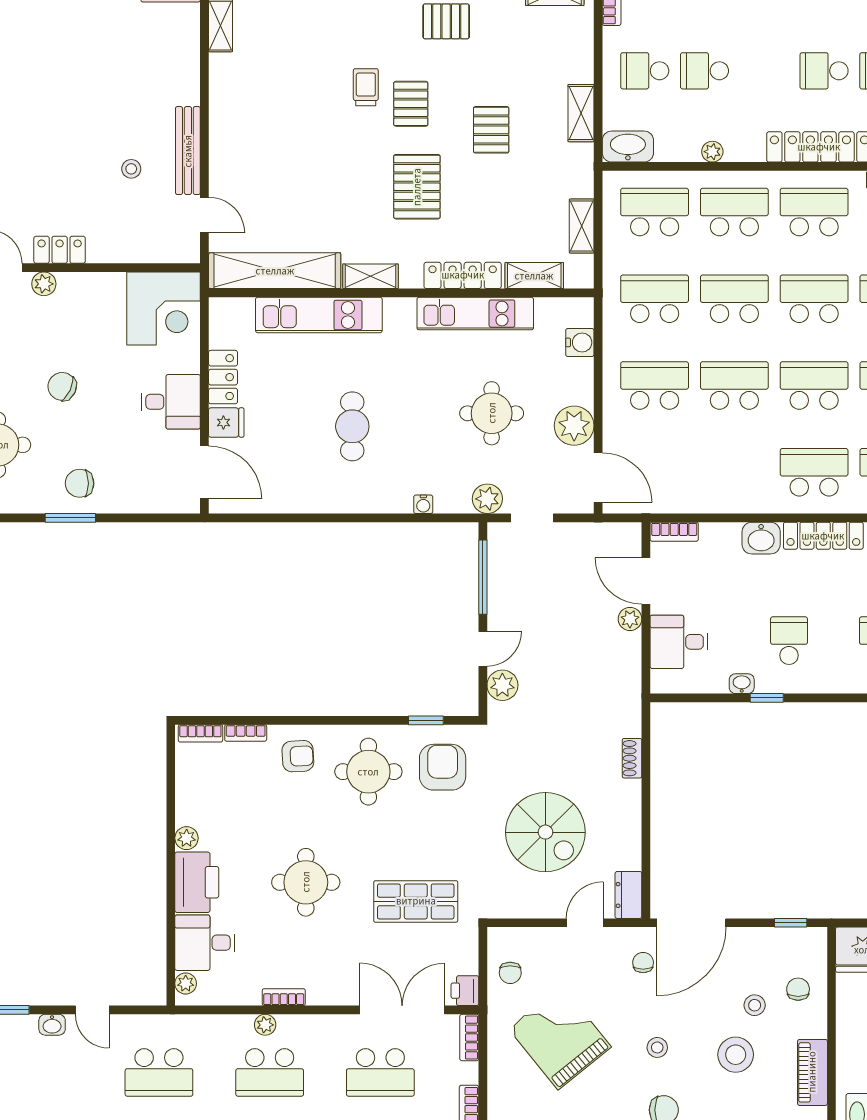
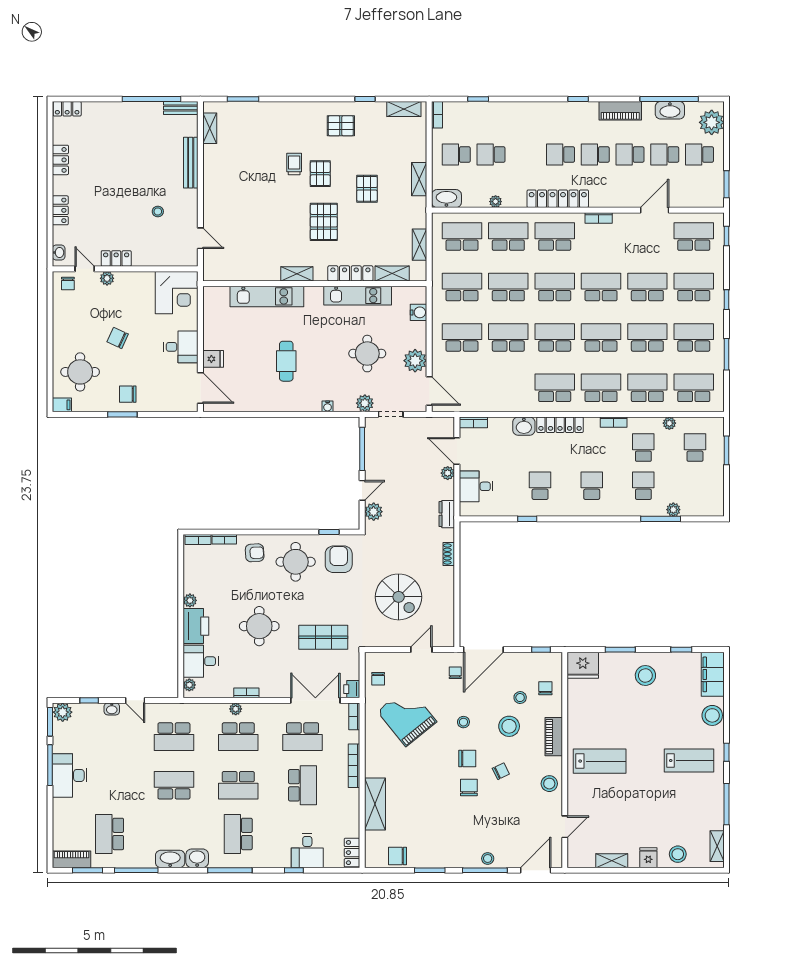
bench: (188, 151) -> (191, 163), moved
shelving: (275, 271) -> (241, 271), removed
locker: (223, 377) -> (211, 333), removed
washbasin: (742, 684) -> (513, 511), removed
dresser: (628, 895) -> (447, 514), moved

